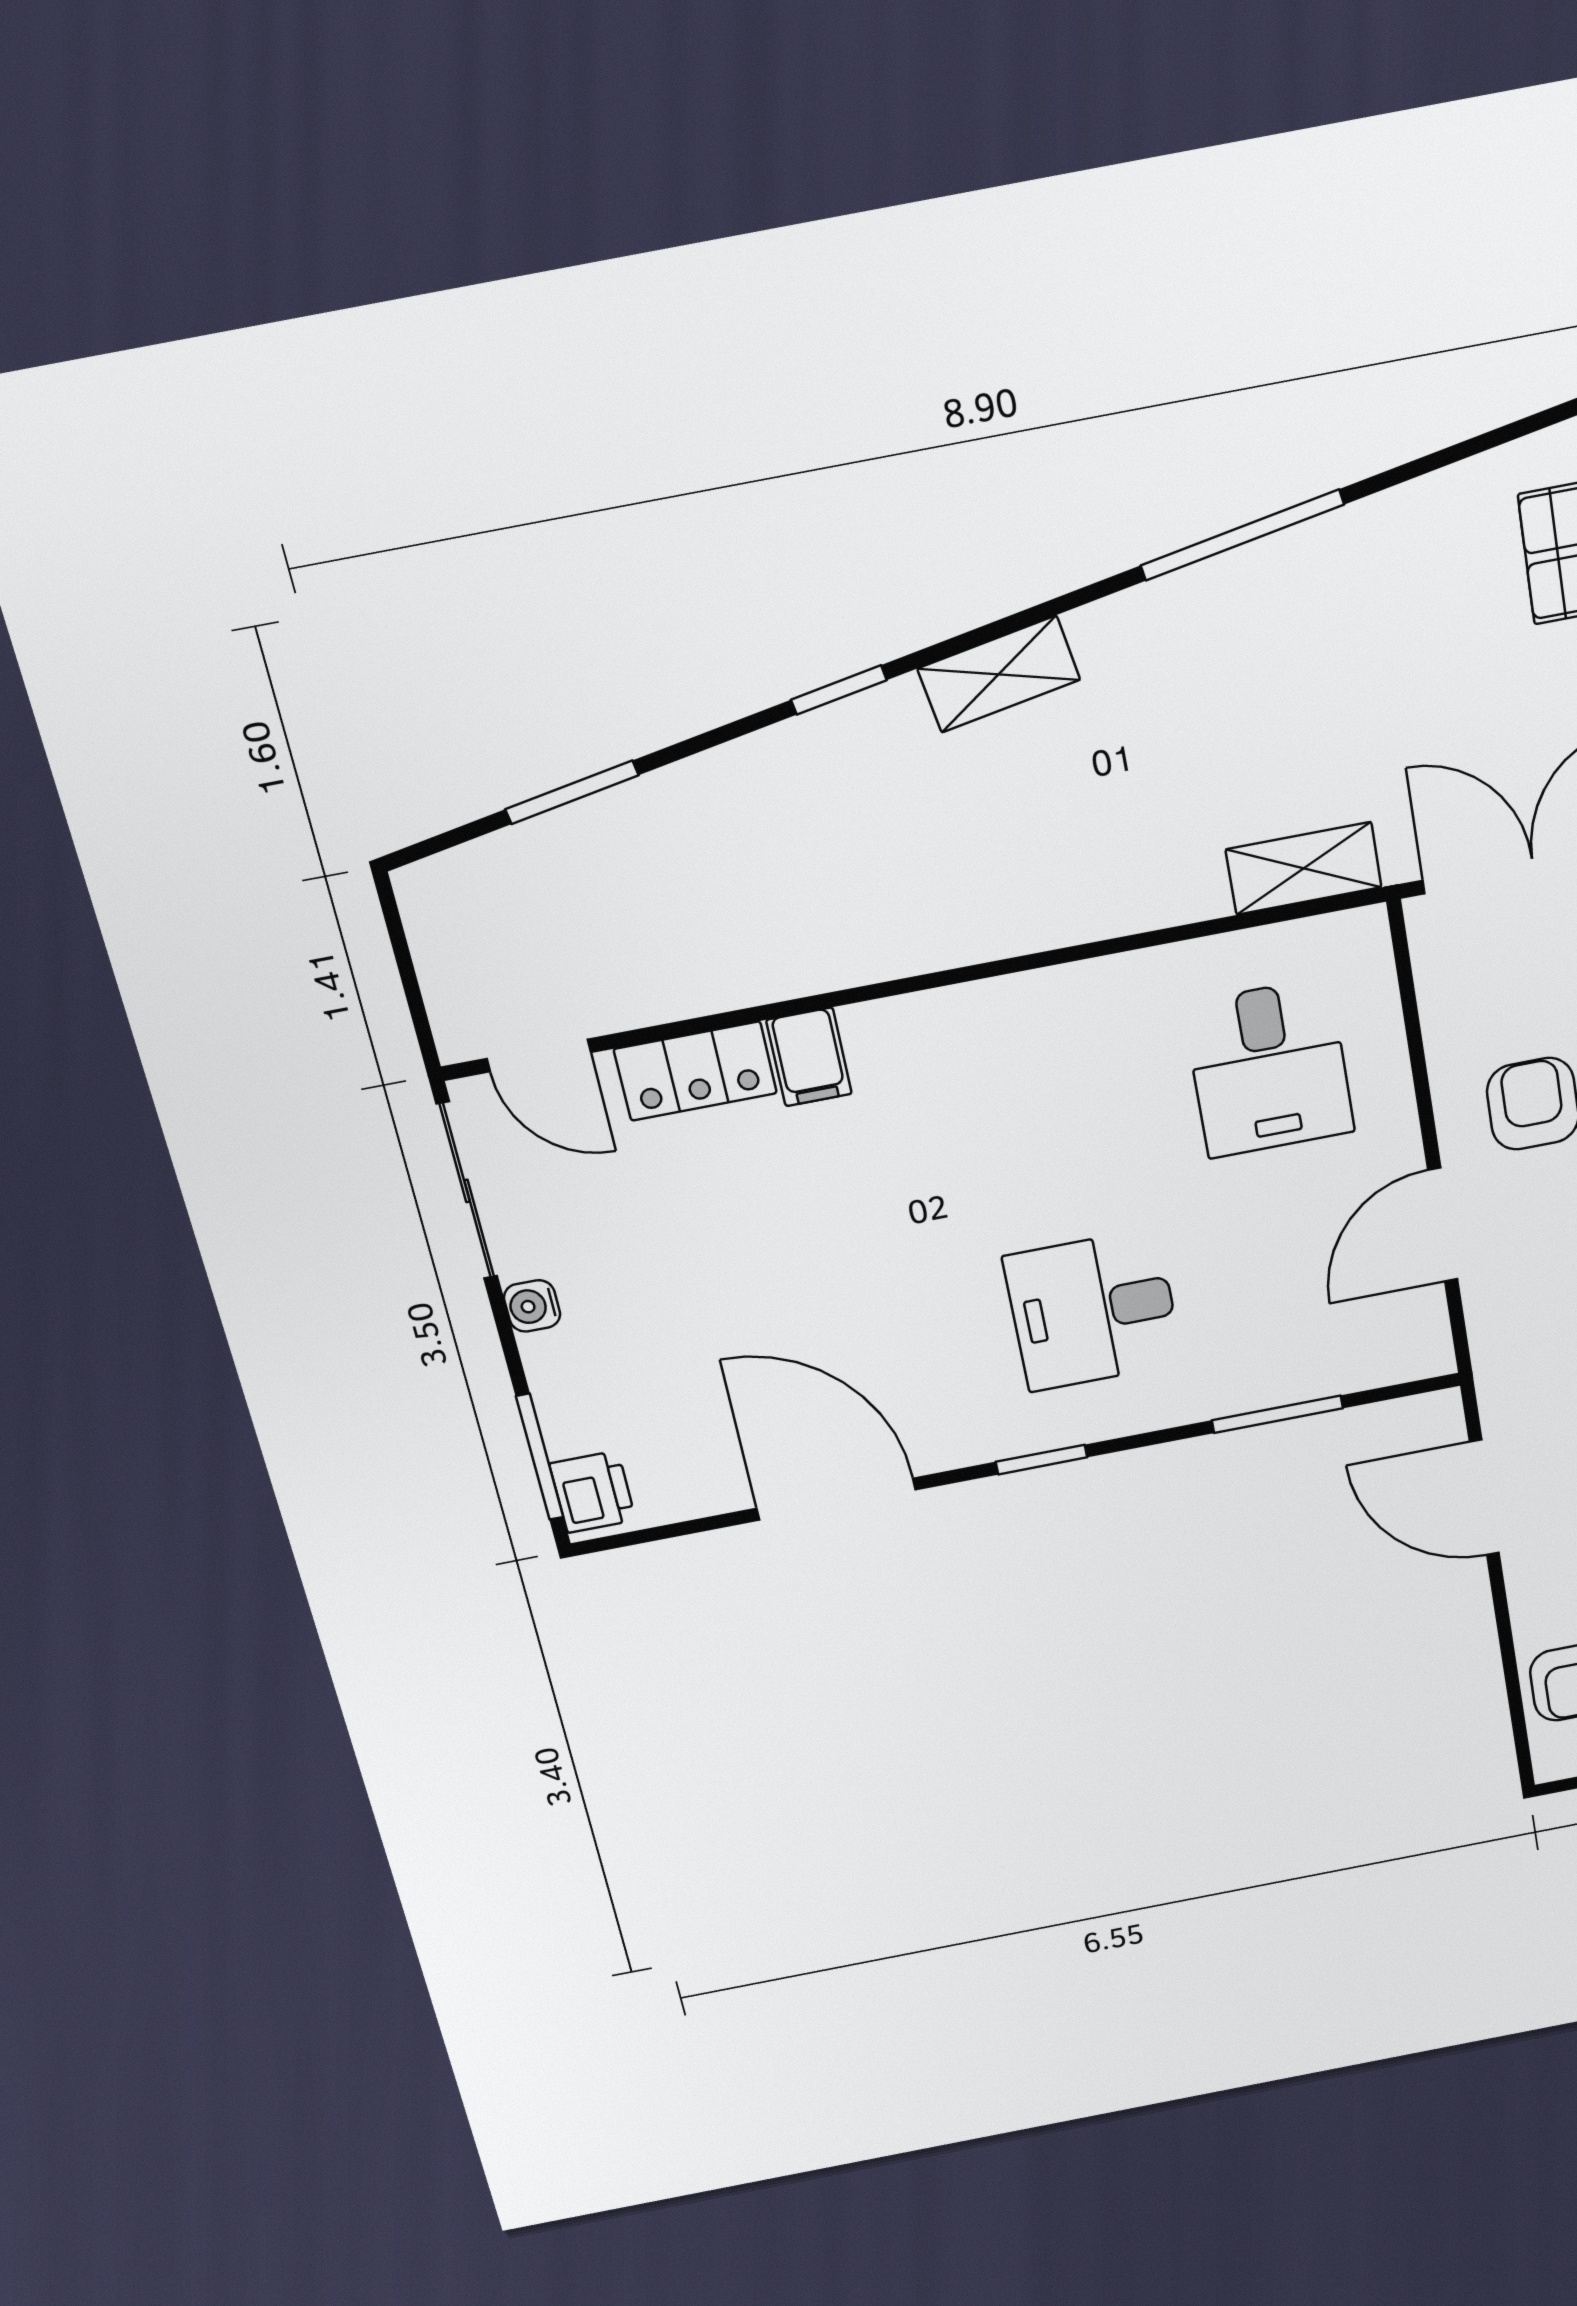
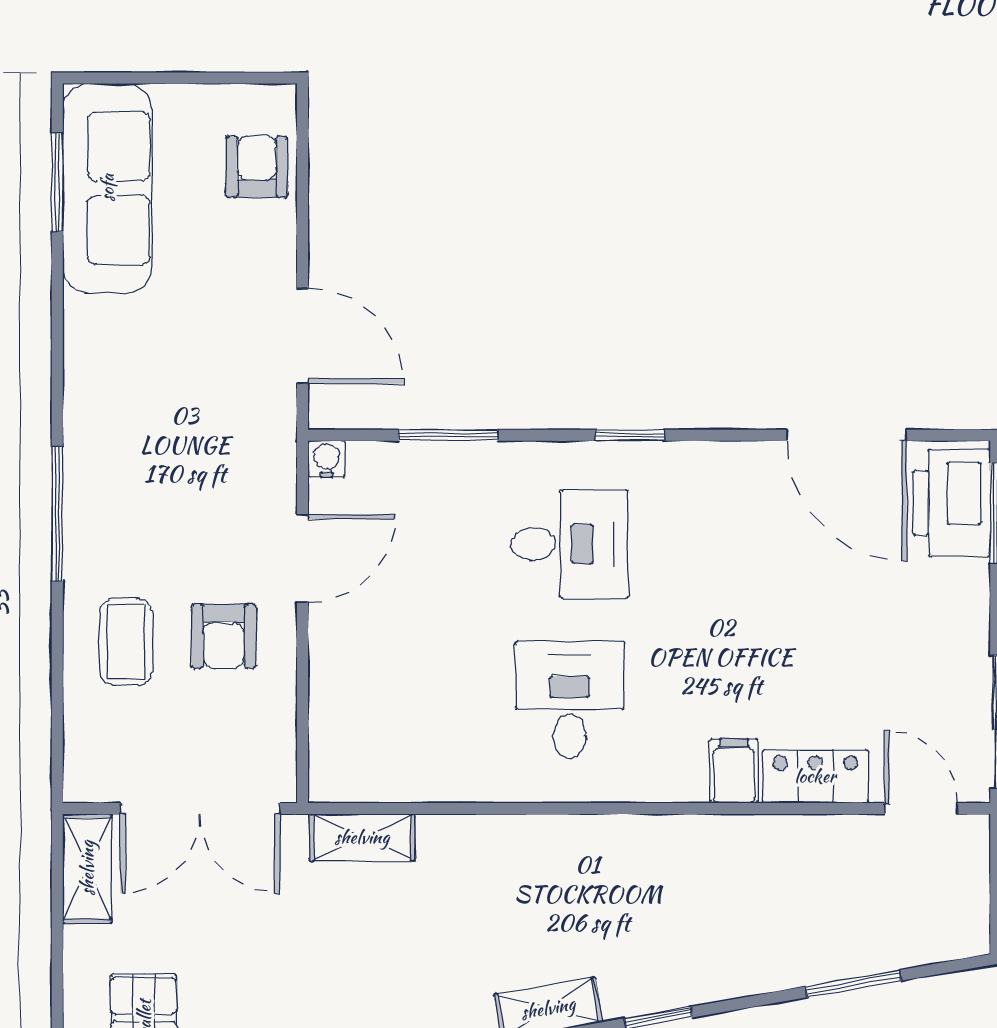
desk: (1269, 1068) -> (570, 700), moved
water cooler: (532, 1306) -> (326, 459), moved, turned -90
printer: (593, 1492) -> (952, 503), width x1.87, depth x1.48
door: (836, 1499) -> (847, 435), moved

